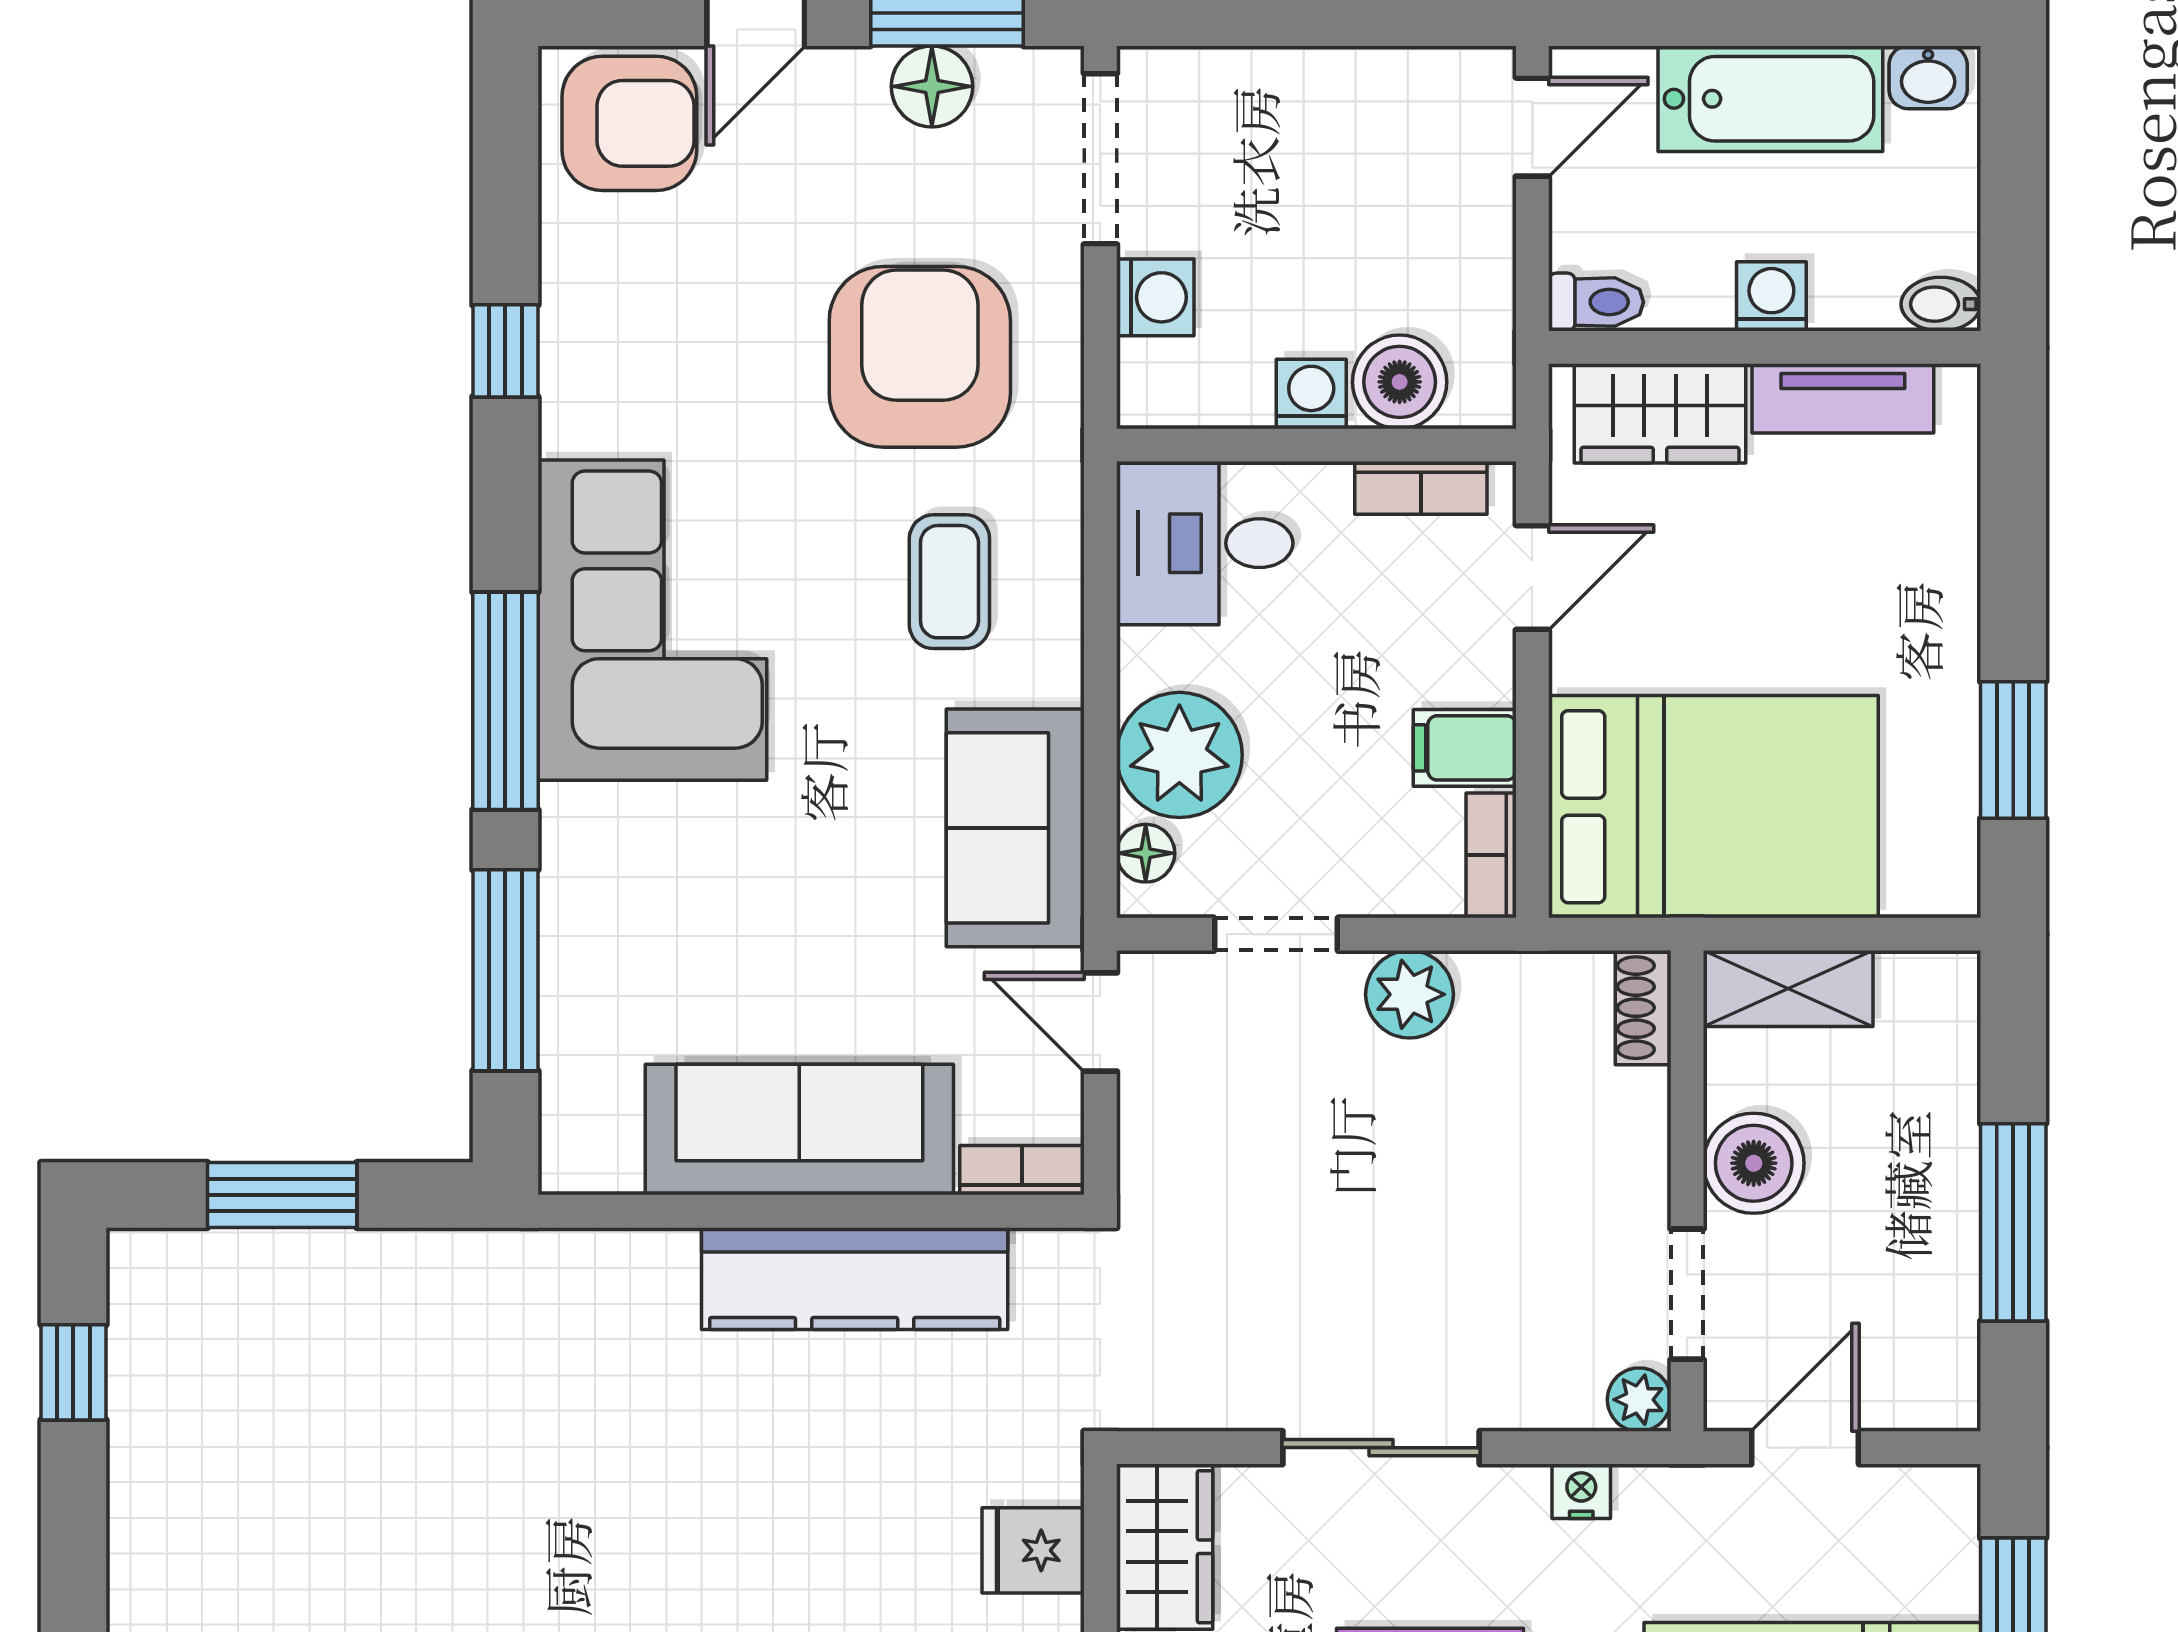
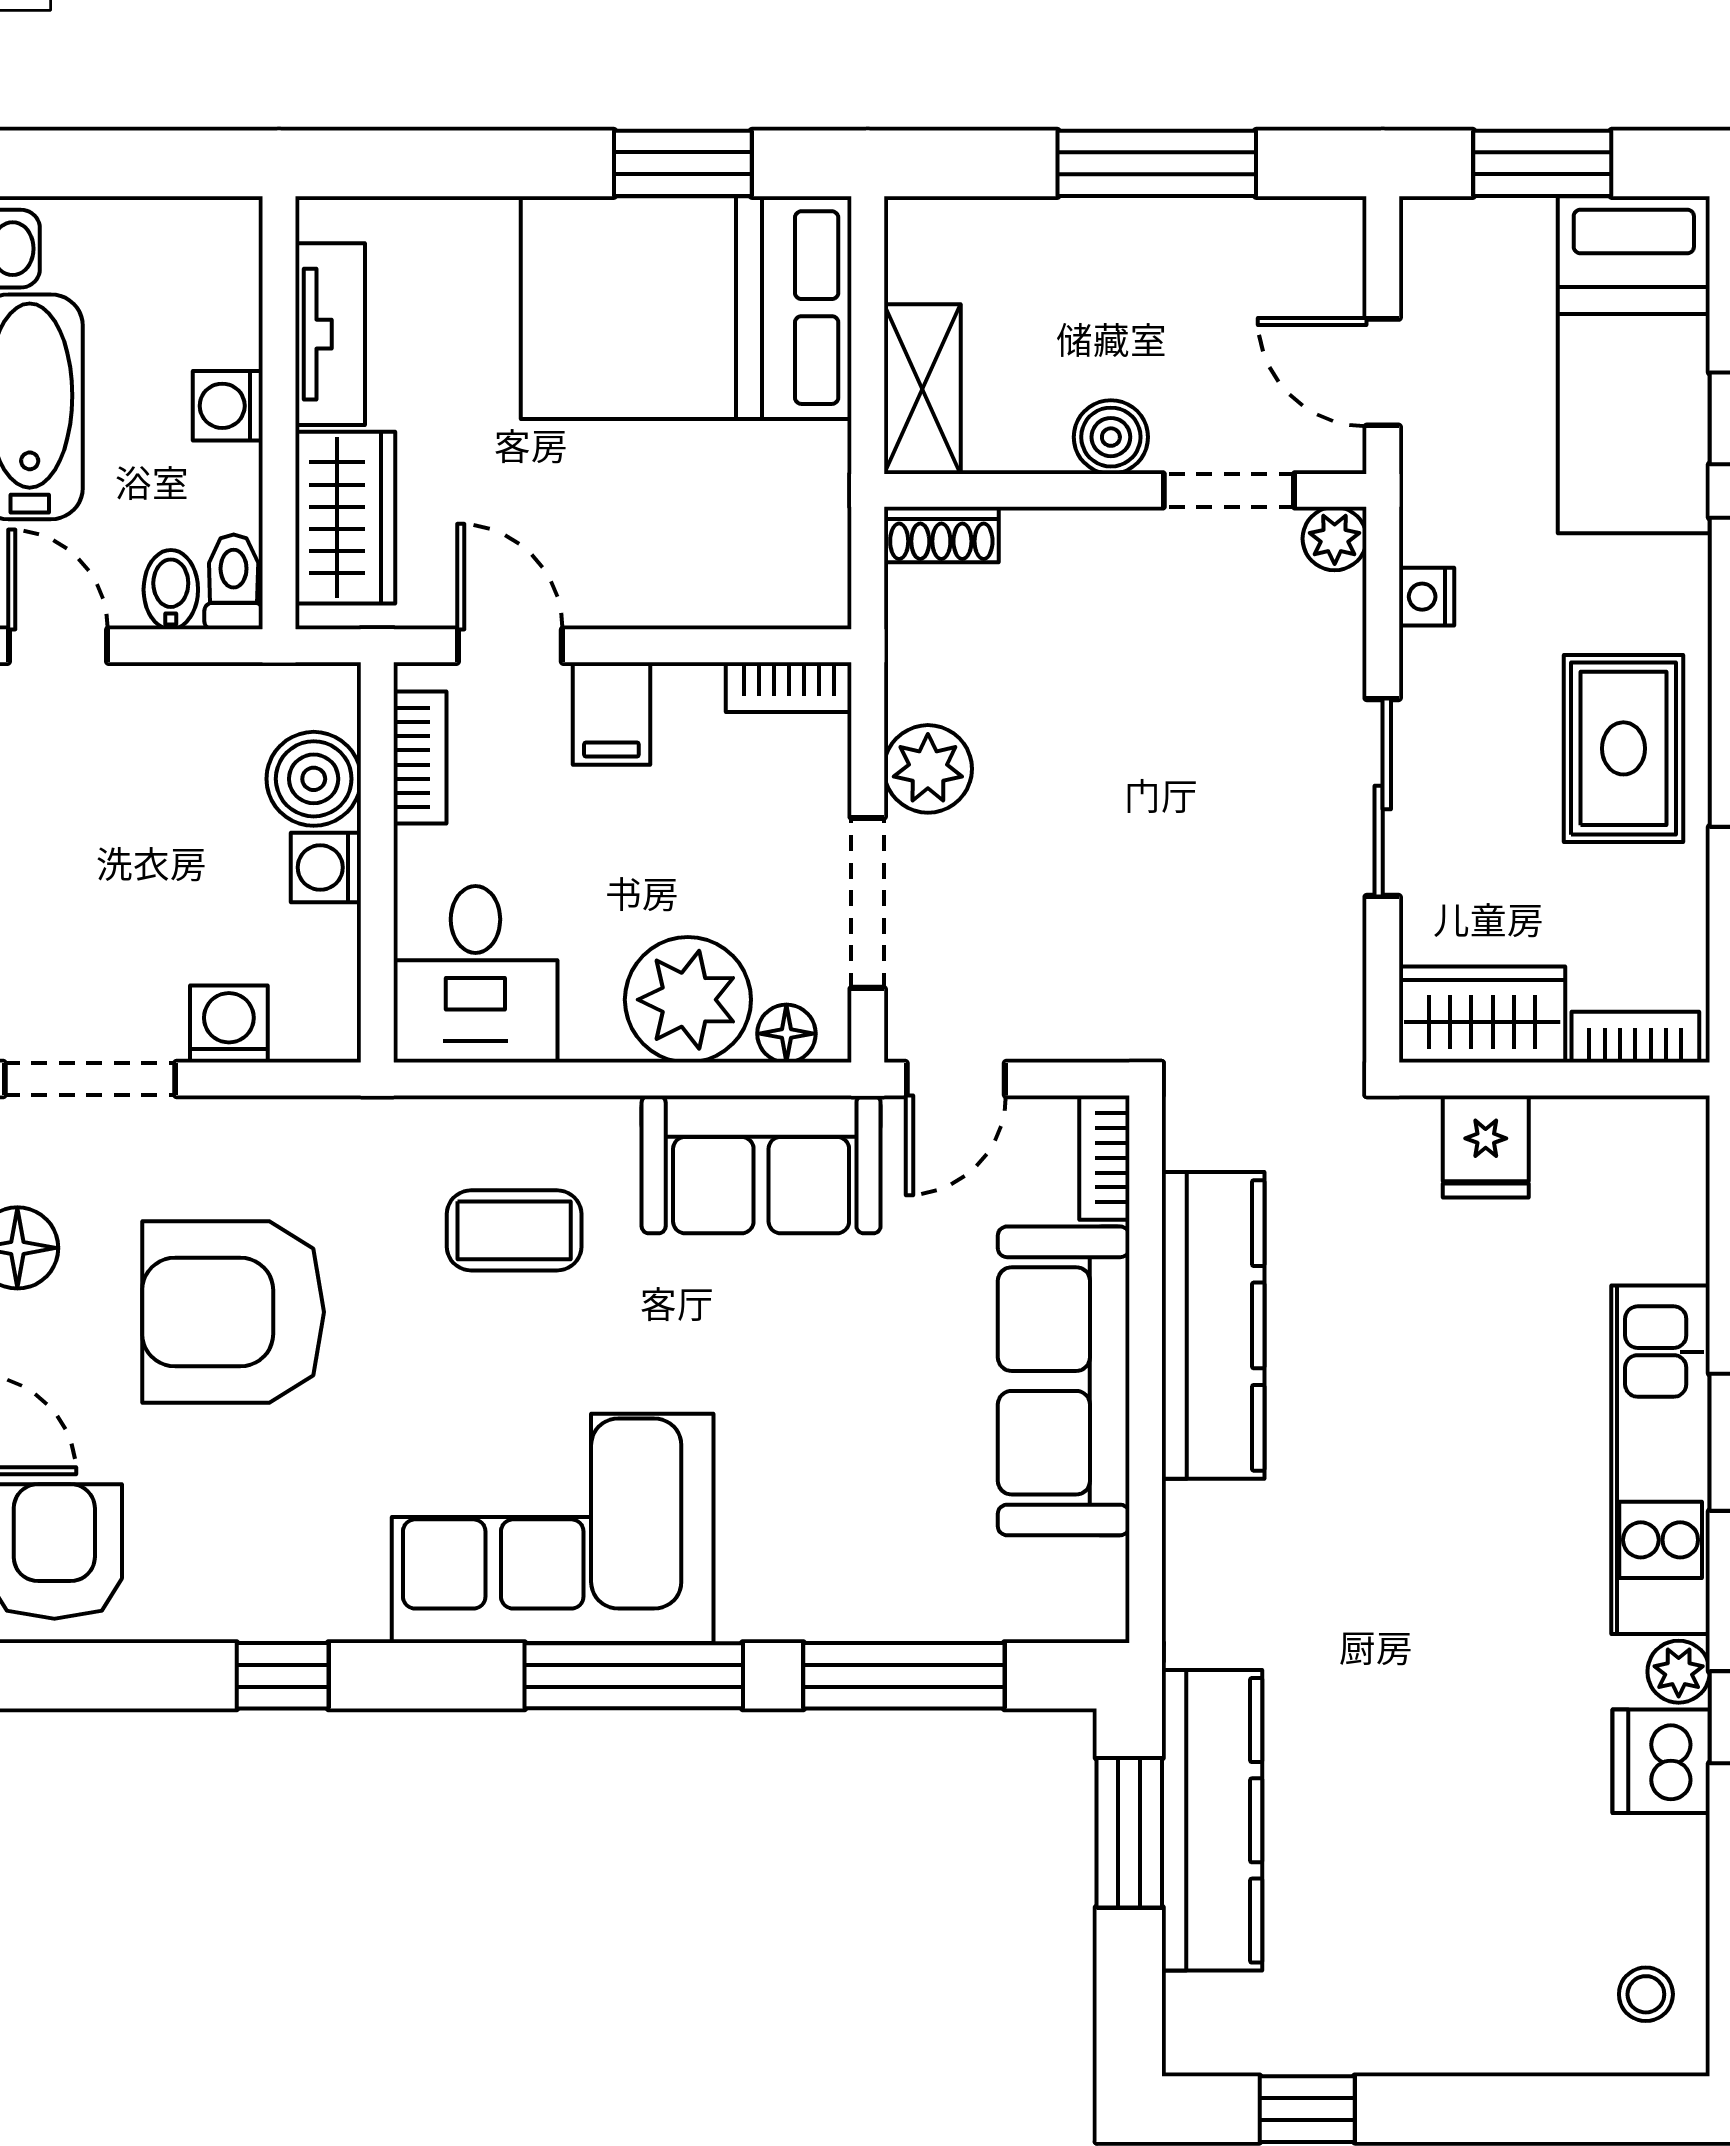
bidet: (1941, 304) -> (171, 590), moved, turned 180
armchair: (920, 357) -> (233, 1312), moved
filing cabinet: (1465, 748) -> (611, 714), moved
bed: (1713, 807) -> (686, 308), moved, turned -90
doorway: (1276, 934) -> (868, 903), width x1.38
boiler: (1754, 1163) -> (1111, 437), width x0.73, depth x0.73
window: (282, 1195) -> (1129, 1833), moved
kitchen counter: (361, 1278) -> (1212, 1820), added

